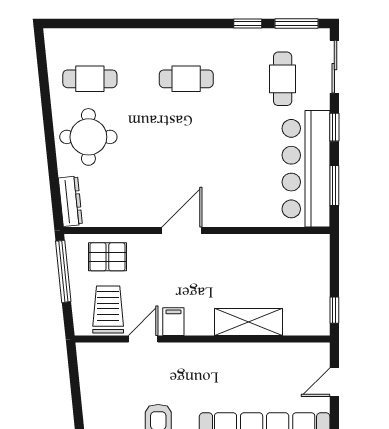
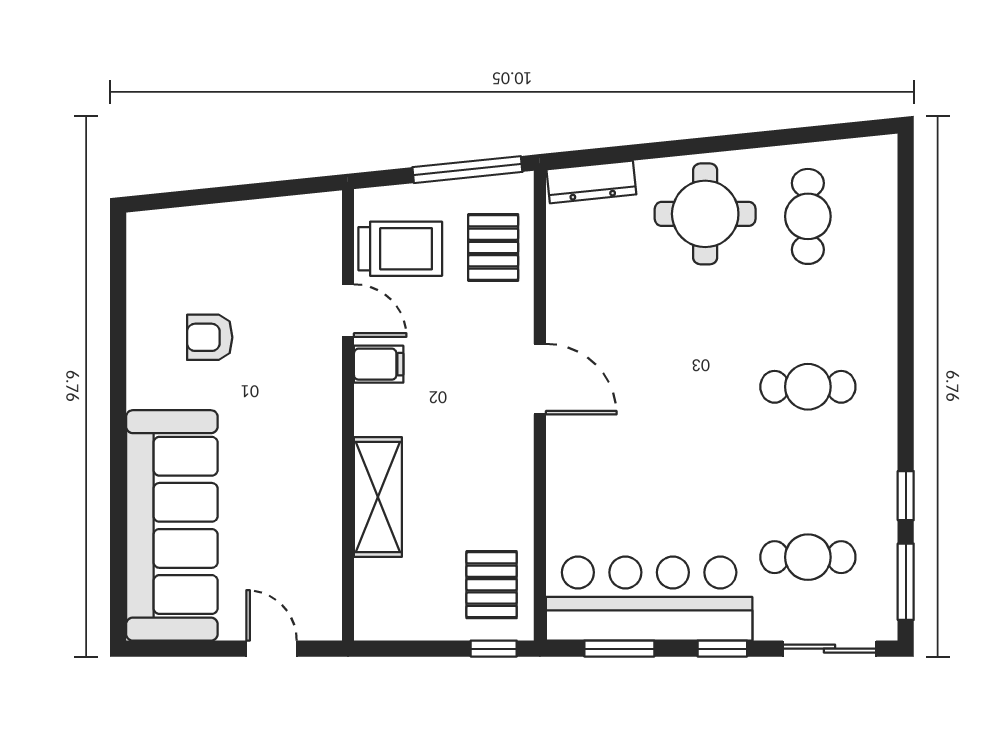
cafe table: (186, 79) -> (808, 387), turned 90
pallet: (298, 258) -> (492, 585), added
window: (334, 310) -> (494, 649), moved

